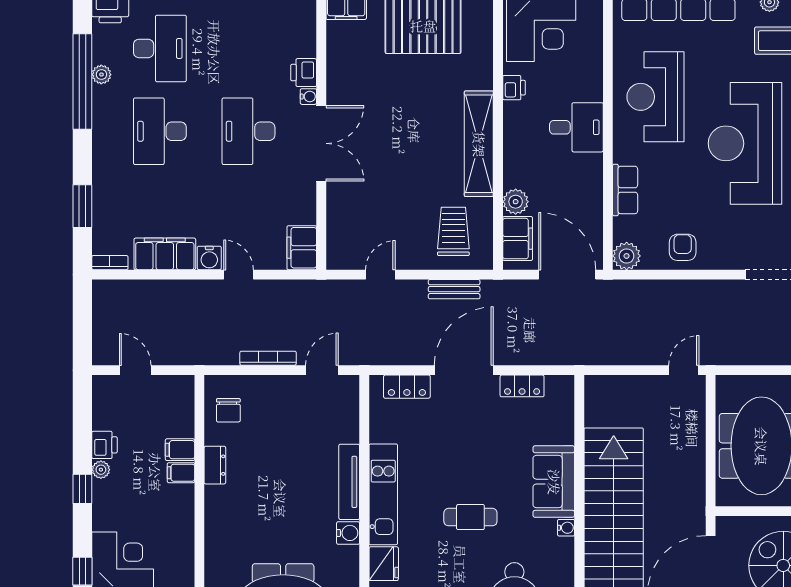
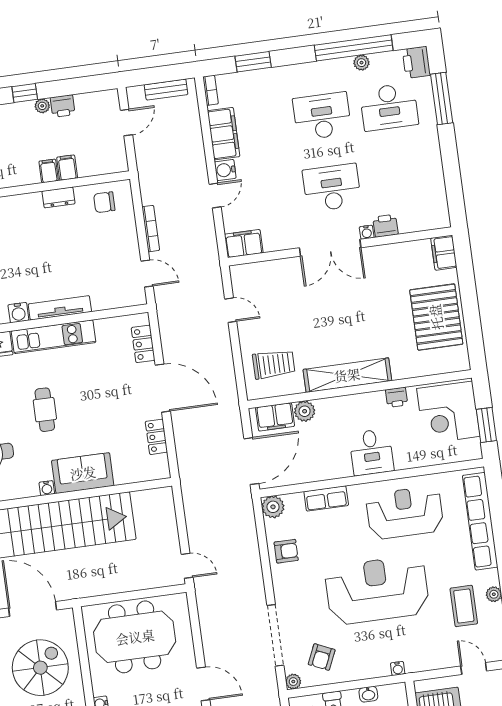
bench: (454, 289) -> (166, 90), moved, turned 90

